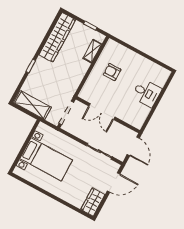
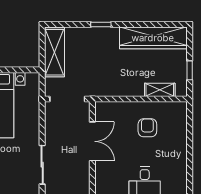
double door: (102, 112) -> (92, 141), swing flipped

